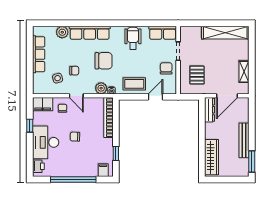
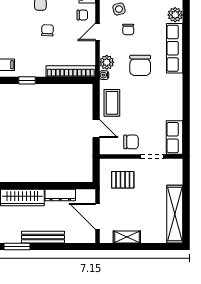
wheelchair: (133, 38) -> (168, 101), removed
dresser: (210, 110) -> (60, 195), moved

